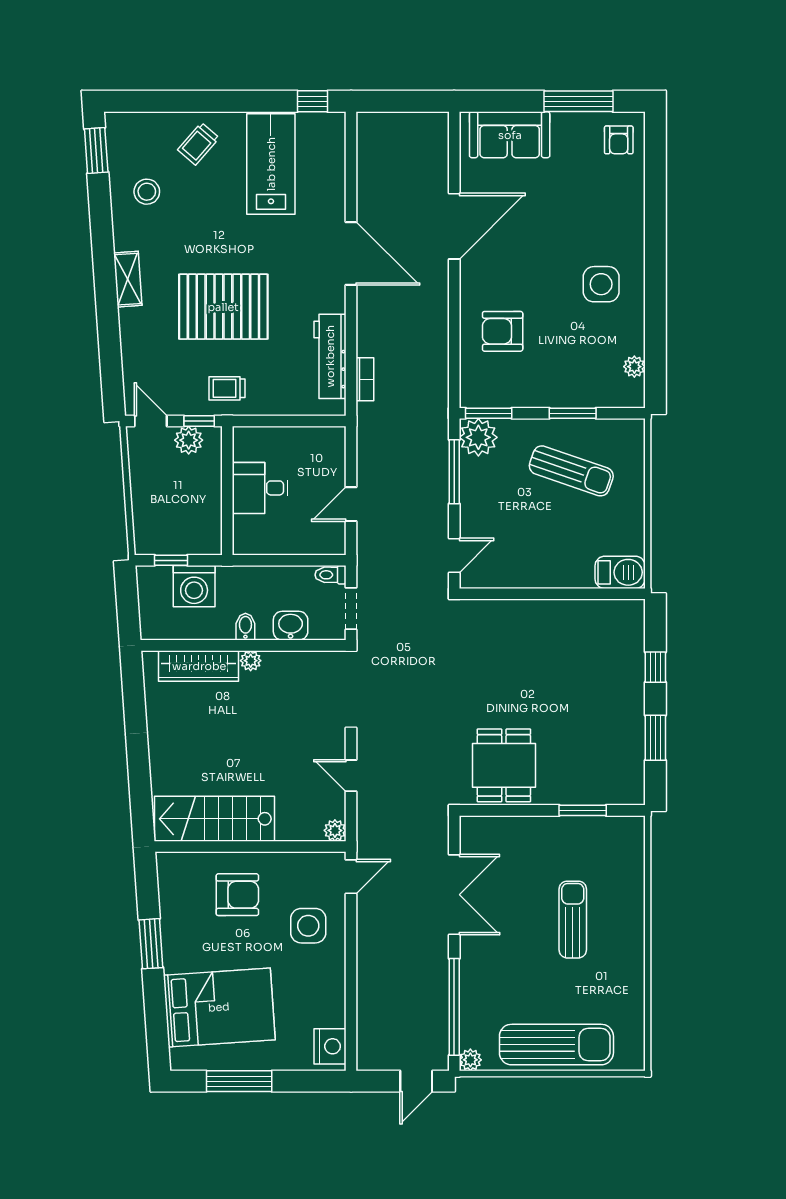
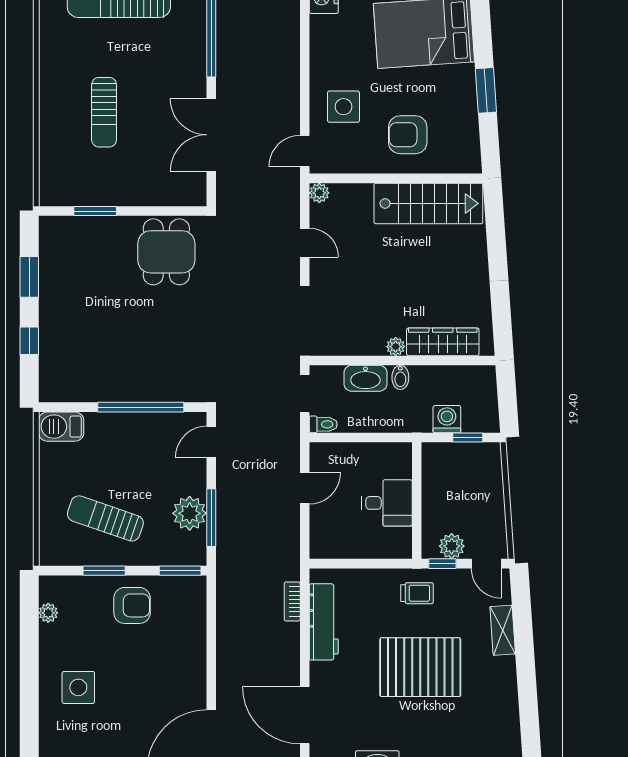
shelving: (128, 279) -> (503, 630), moved
armchair: (503, 331) -> (132, 605), moved
plant: (478, 437) -> (190, 513), moved
washing machine: (194, 586) -> (447, 419), width x0.73, depth x0.73
window: (532, 594) -> (141, 407), added
washbasin: (291, 626) -> (365, 378), width x1.38

